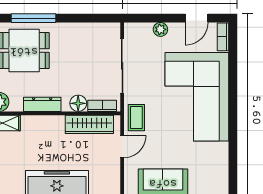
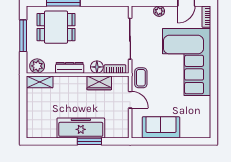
wardrobe: (89, 124) -> (99, 83), width x0.67
door: (122, 147) -> (130, 100), hinge flipped

